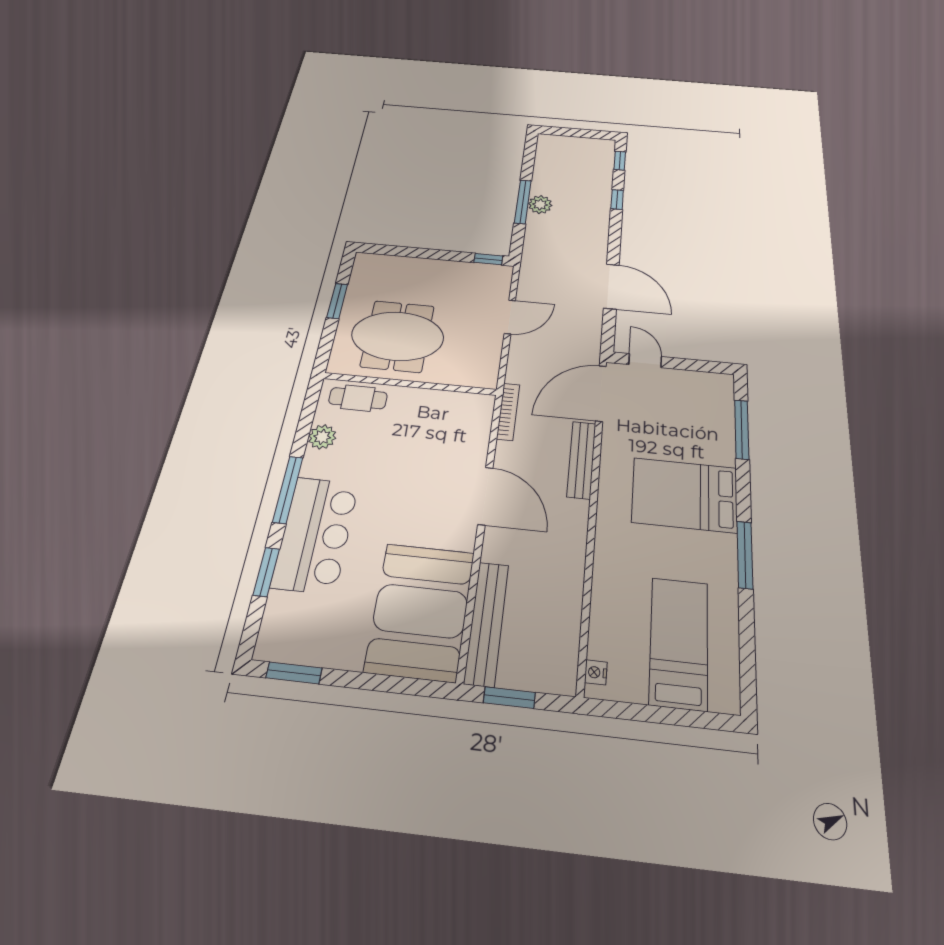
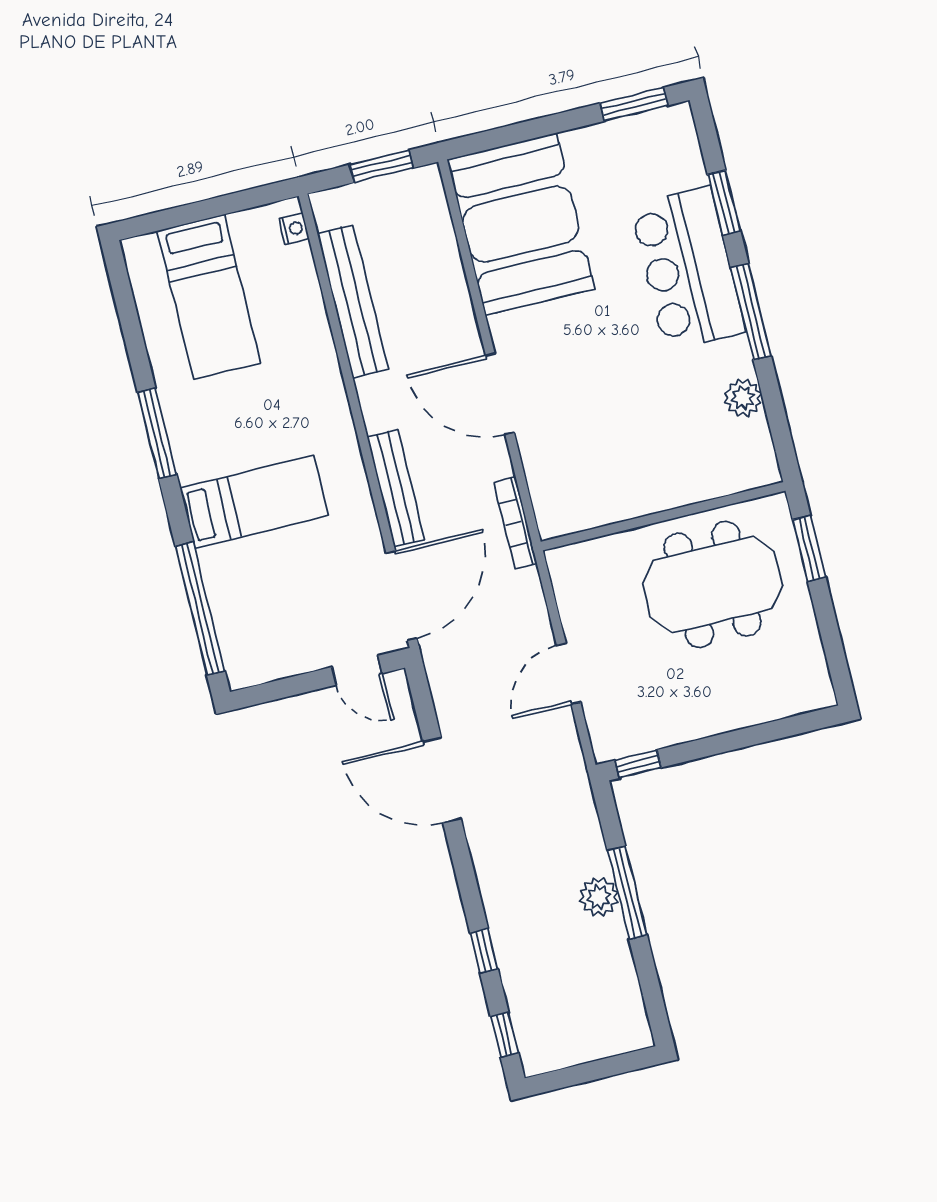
window: (337, 301) -> (809, 548), moved
cafe table: (358, 398) -> (723, 470), removed
window: (742, 429) -> (200, 609), width x1.46
bed: (685, 495) -> (254, 502), width x0.67
bench: (487, 623) -> (353, 301), moved

